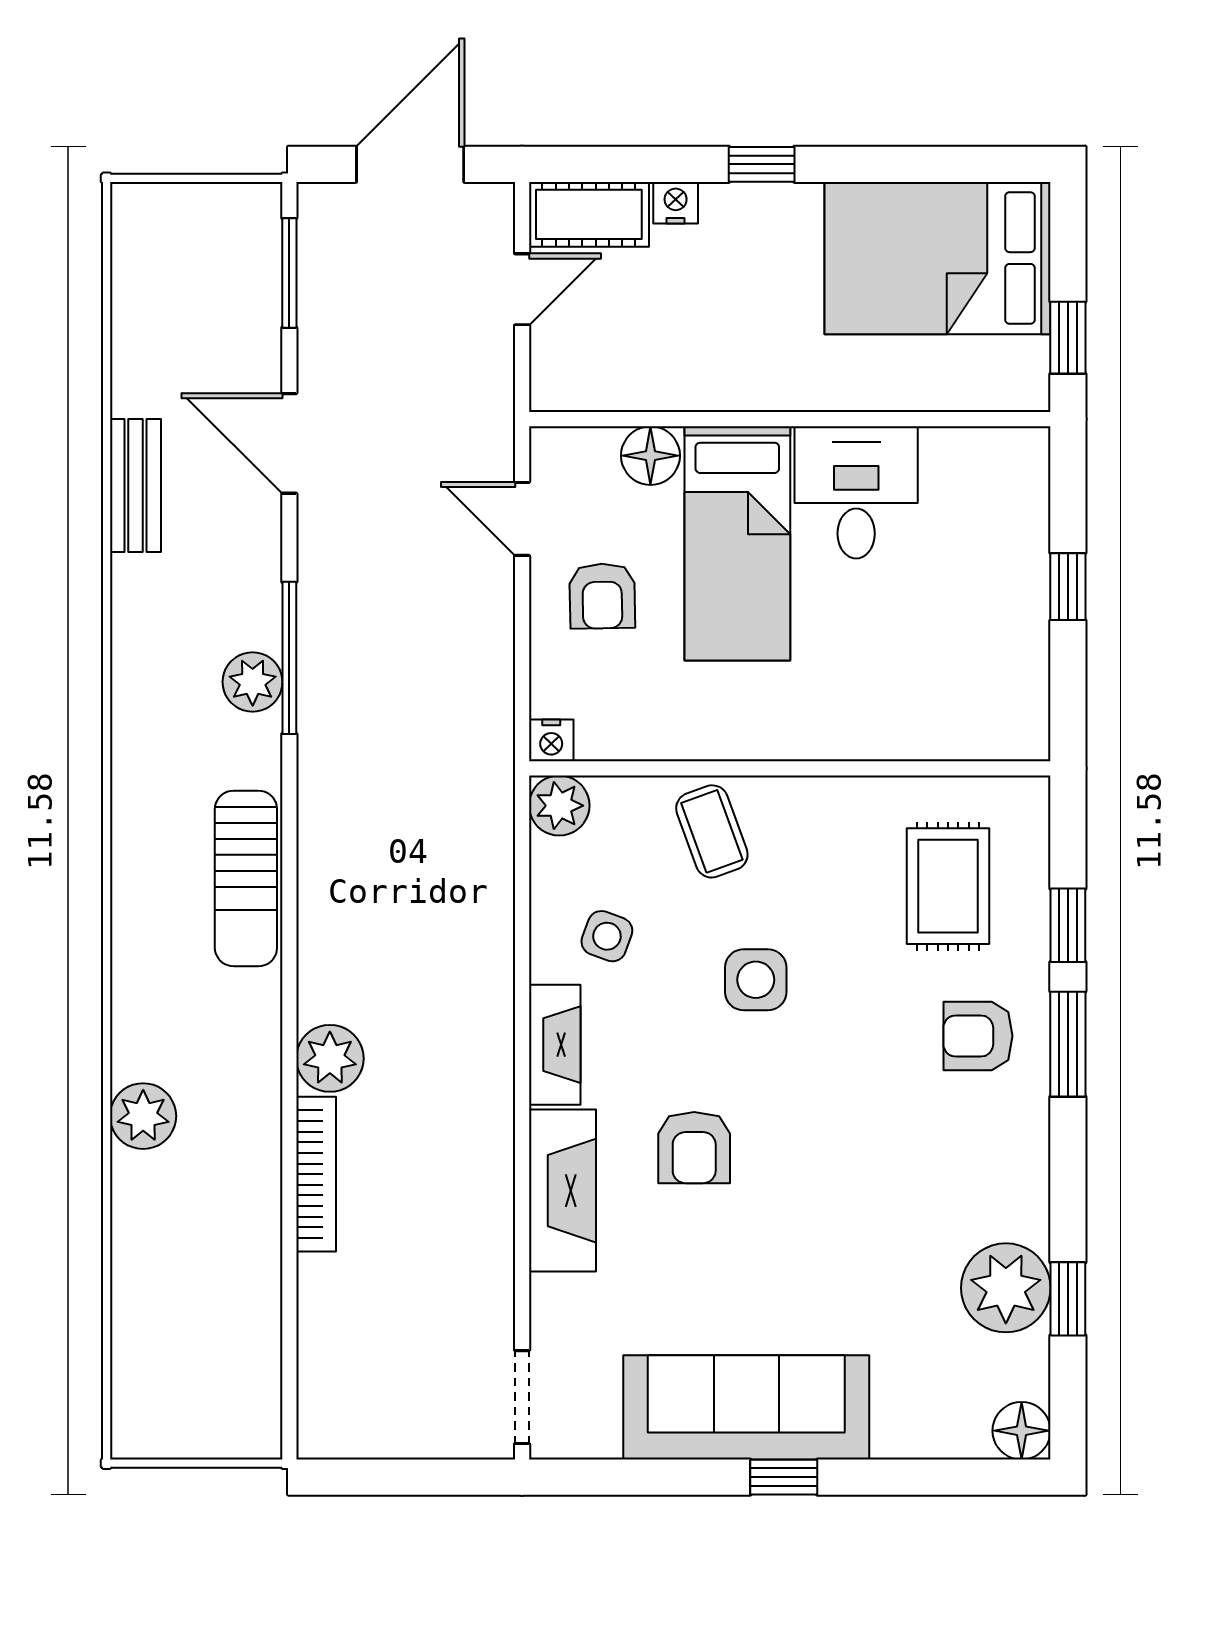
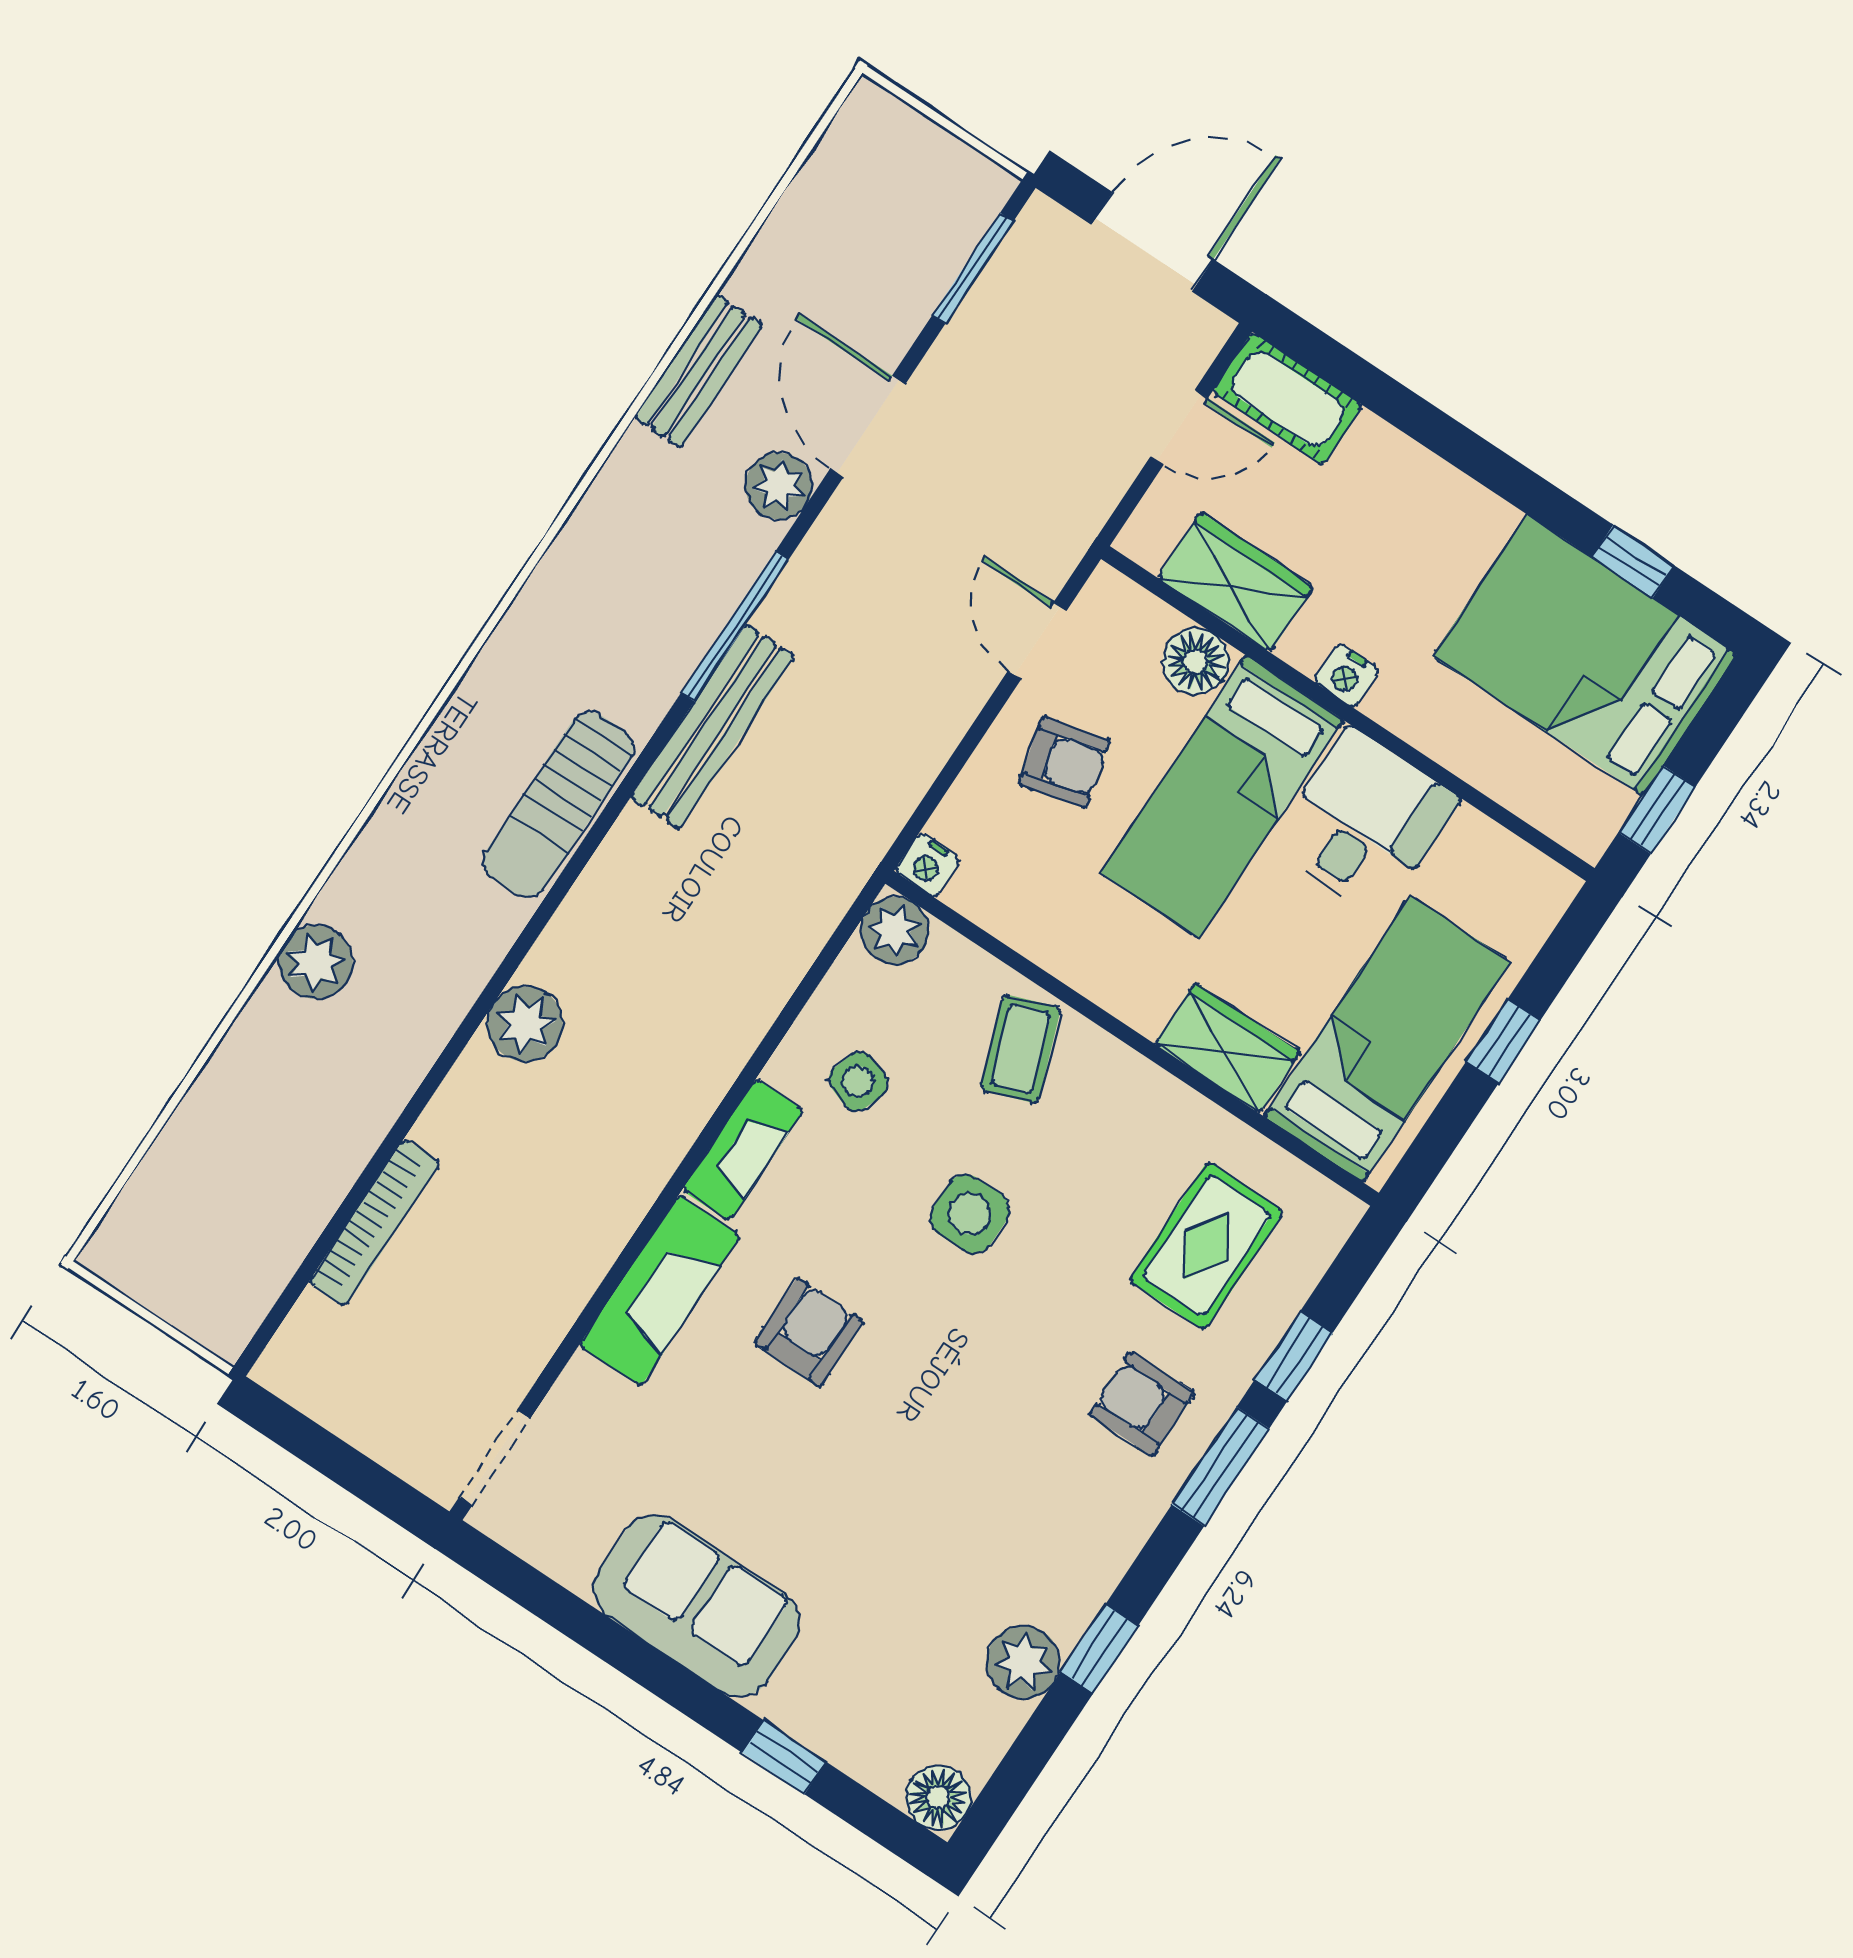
window: (762, 164) -> (1633, 561), moved
nightstand: (676, 203) -> (1347, 675), moved, turned 180
wardrobe: (641, 377) -> (1236, 582), added
armchair: (602, 596) -> (1064, 762), turned -103
bed: (980, 643) -> (1387, 1039), added
plant: (253, 682) -> (779, 486), moved
wardrobe: (866, 728) -> (1227, 1048), added
bench: (322, 744) -> (713, 727), added
armchair: (694, 1148) -> (809, 1332), turned 180
bookcase: (316, 1174) -> (375, 1223), moved
plant: (1006, 1288) -> (1023, 1662), width x0.73, depth x0.73
window: (1068, 1299) -> (1099, 1649), moved
sofa: (746, 1407) -> (697, 1606), width x0.73
window: (784, 1477) -> (784, 1757), moved

